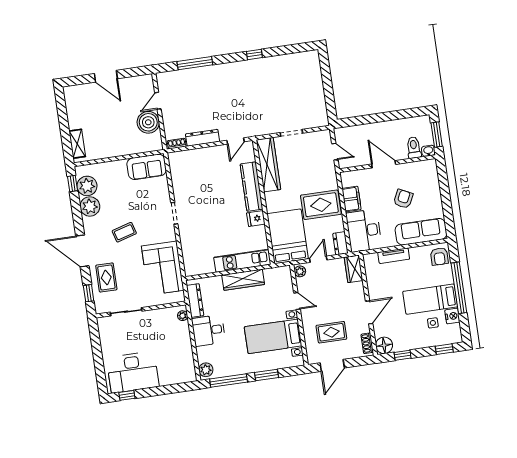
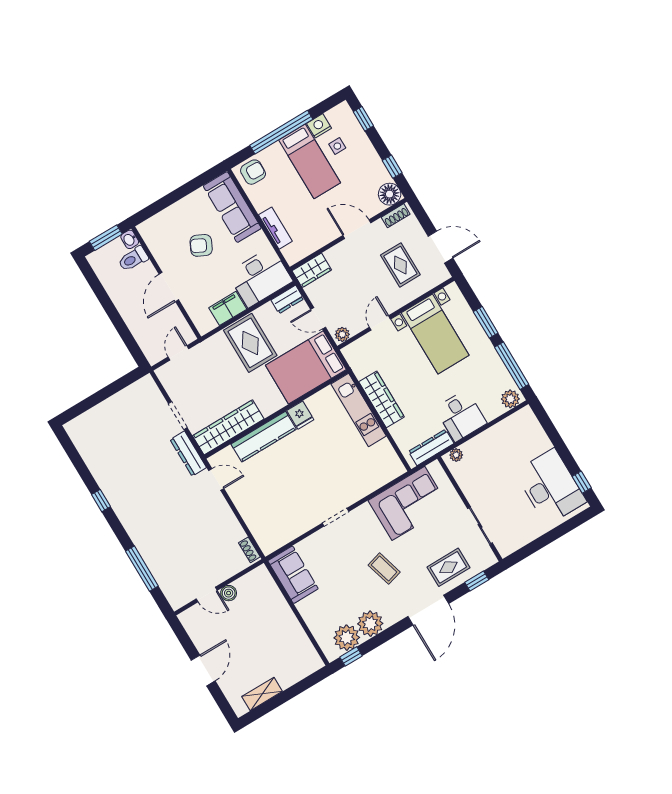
boiler: (148, 122) -> (229, 593), width x0.54, depth x0.54
dresser: (202, 138) -> (188, 454), moved
shelving: (77, 144) -> (262, 694), moved

